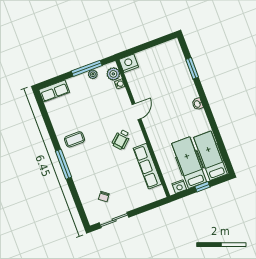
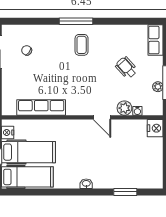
plant: (113, 74) -> (124, 108), moved
coffee table: (74, 139) -> (82, 45), moved
wheelchair: (121, 140) -> (126, 68), moved

